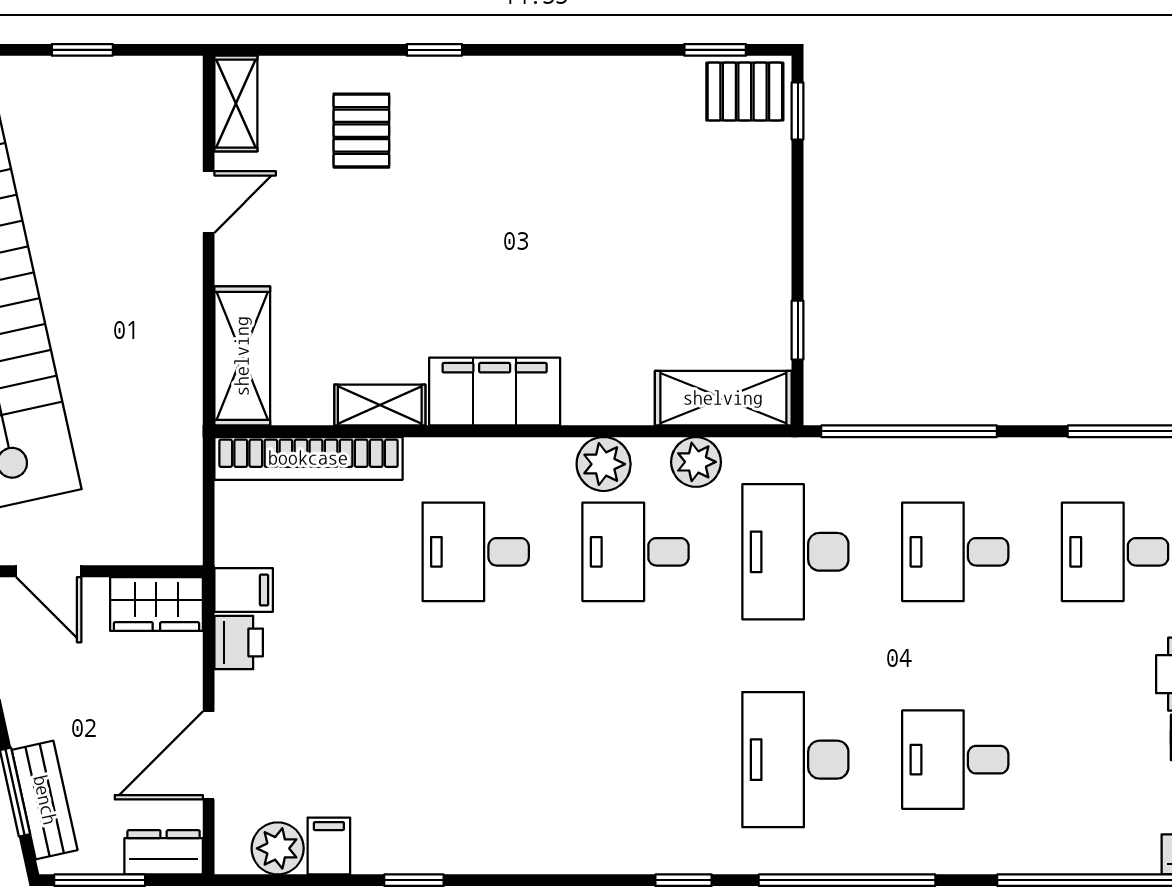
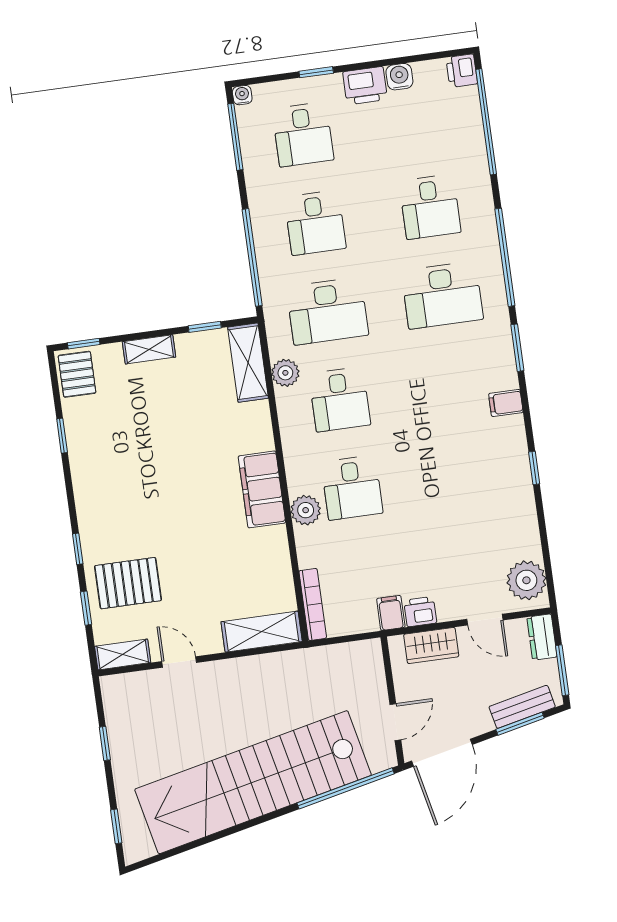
window: (327, 50) -> (86, 608), added
window: (715, 50) -> (62, 436), moved
pallet: (361, 131) -> (128, 583), width x1.50, depth x1.42
shelving: (380, 405) -> (149, 349), moved, turned 90
bookcase: (308, 458) -> (313, 604), width x0.68, depth x0.76
plant: (604, 464) -> (306, 510), moved
wardrobe: (156, 604) -> (431, 645), moved, turned 90
door: (209, 755) -> (485, 620), width x0.73
filing cabinet: (329, 846) -> (506, 403), moved
plant: (278, 848) -> (526, 580), width x1.36, depth x1.36
window: (414, 880) -> (534, 468), moved
window: (683, 880) -> (517, 348), width x1.50

